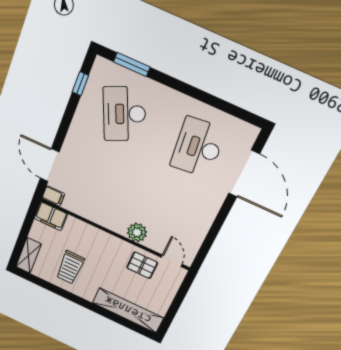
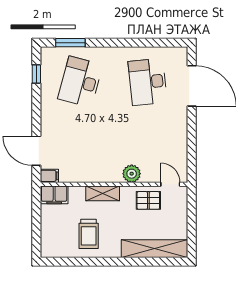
desk: (124, 114) -> (80, 82), turned 39
shelving: (29, 255) -> (103, 193), moved, turned 90

